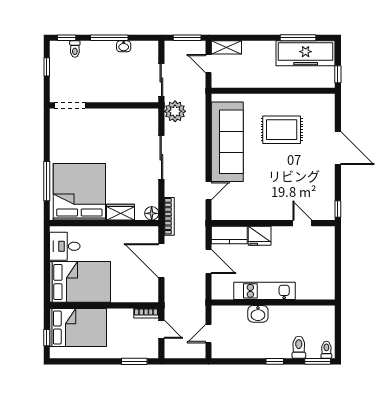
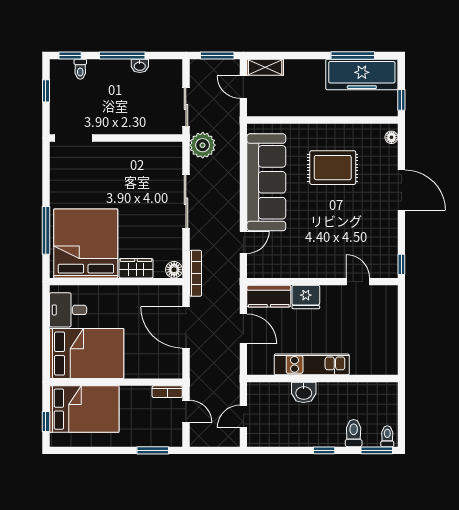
floor lamp: (330, 105) -> (391, 137), added

